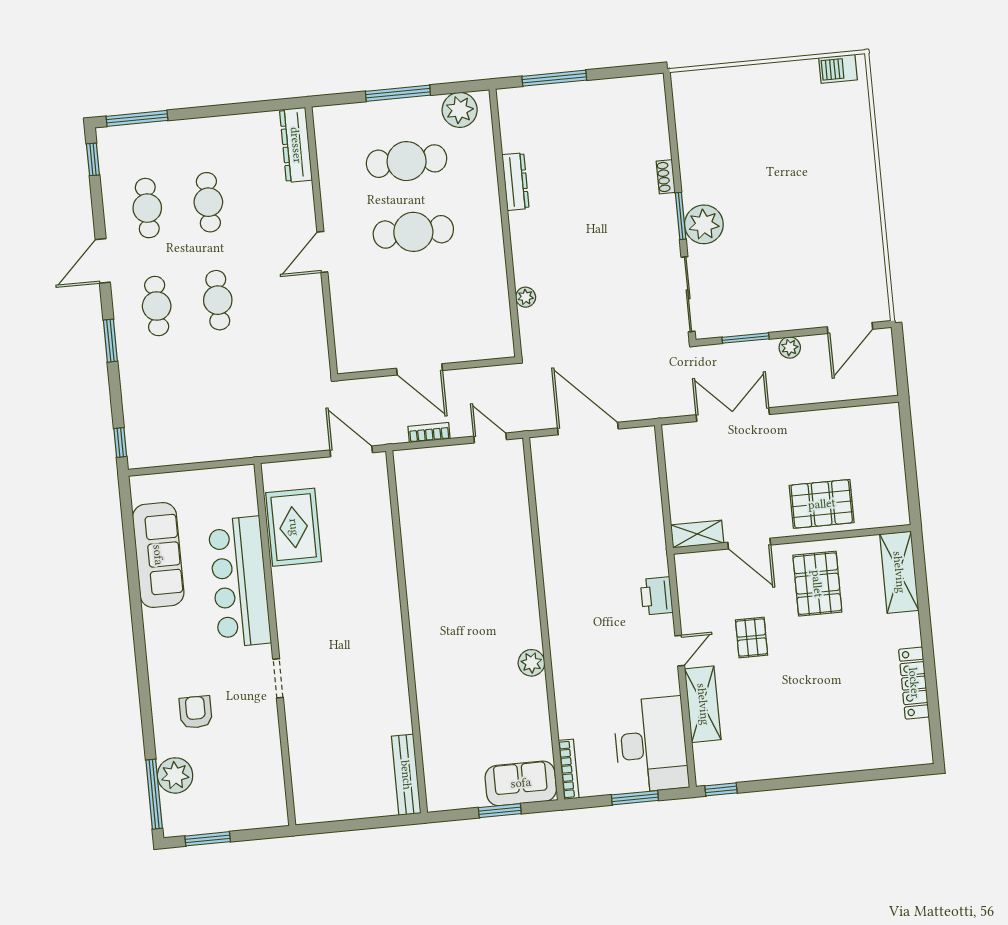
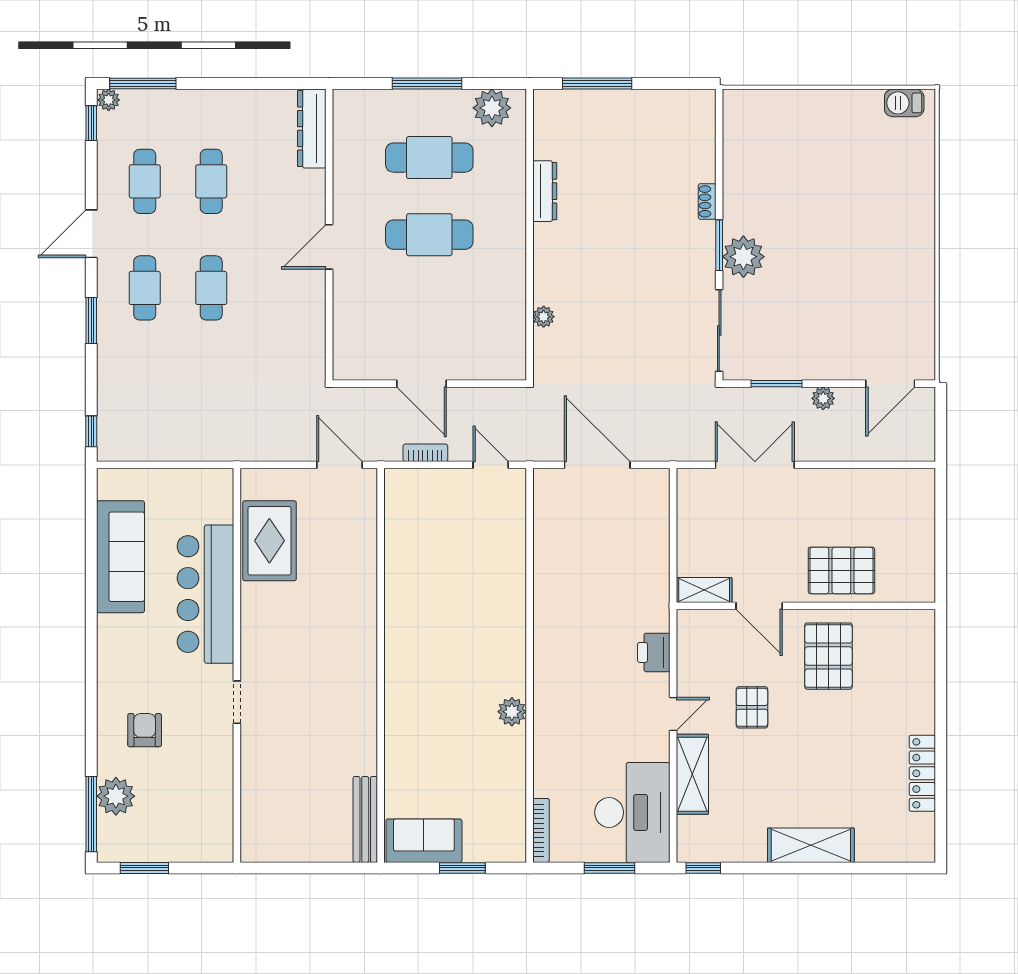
plant: (107, 136) -> (109, 100), added
shelving: (899, 572) -> (811, 845), moved, turned 90
sofa: (521, 783) -> (424, 841), moved

